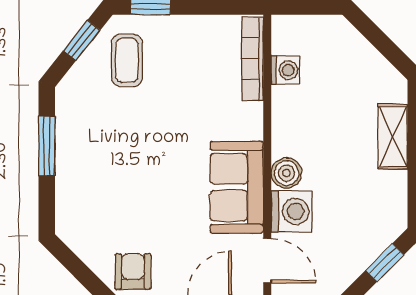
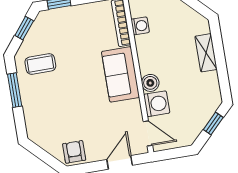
coffee table: (127, 60) -> (40, 64), moved, turned 90
sofa: (237, 187) -> (120, 74), moved

